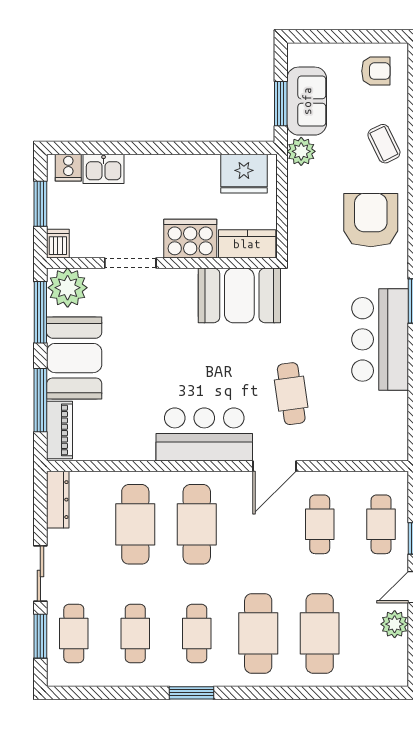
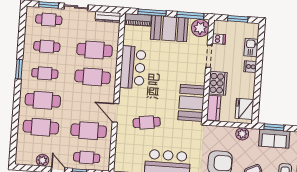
plant: (301, 151) -> (242, 134), moved
cooker: (68, 168) -> (250, 67), moved
dishwasher: (58, 244) -> (219, 39), moved
bar counter: (204, 434) -> (133, 67), moved
cafe table: (320, 524) -> (89, 131), width x1.37, depth x1.35

